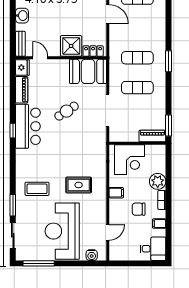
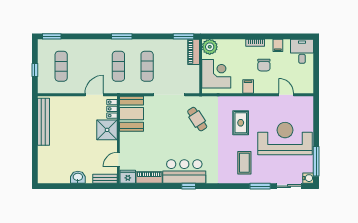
door: (108, 14) -> (94, 95), moved
cafe table: (67, 111) -> (197, 119), moved
plant: (158, 181) -> (210, 47), moved
reception desk: (62, 231) -> (285, 139), turned 180
water cooler: (92, 255) -> (308, 178), moved

